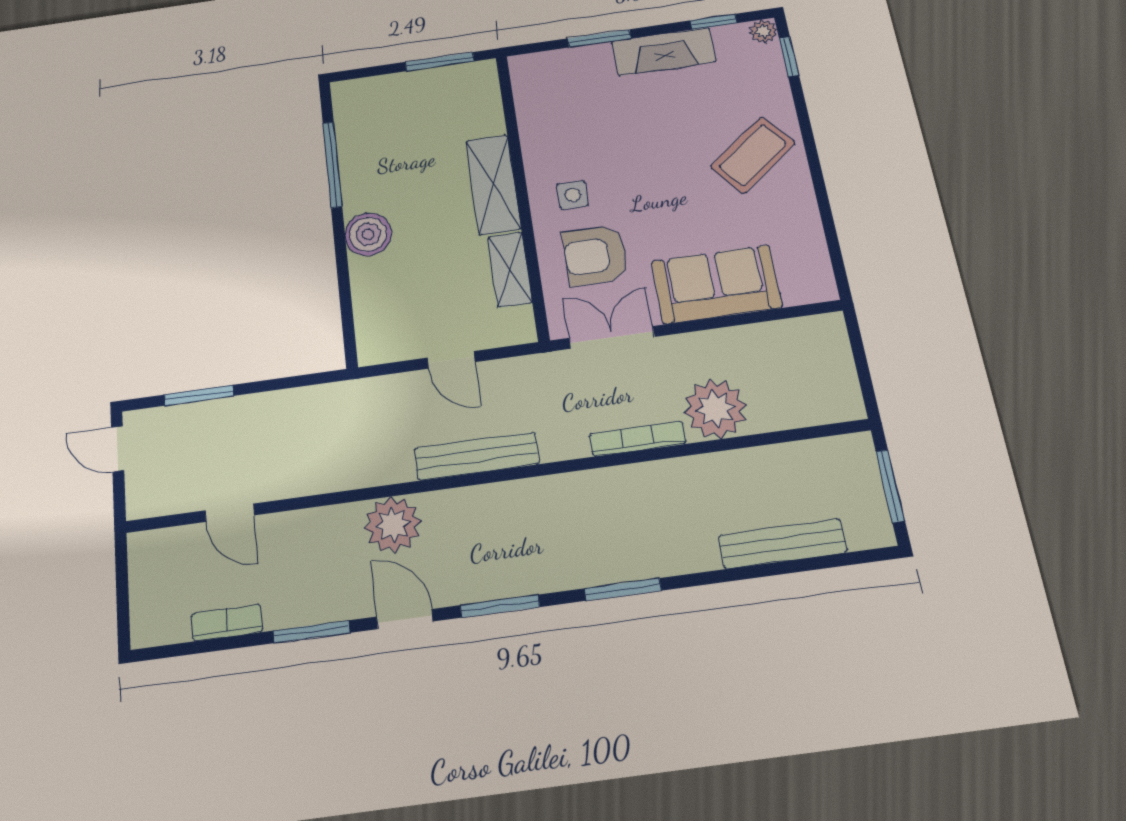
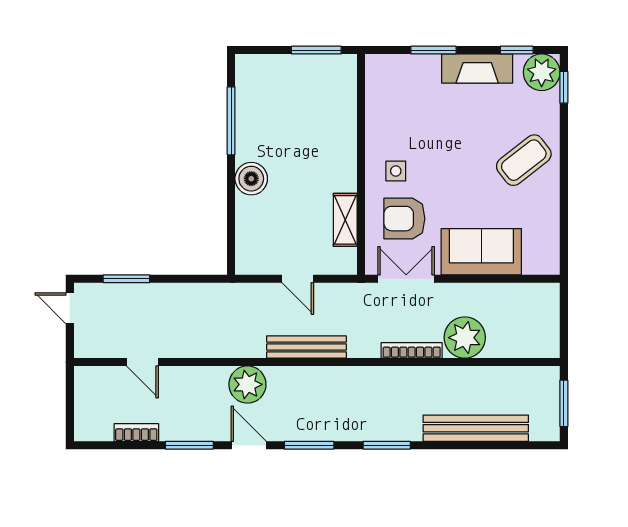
plant: (763, 31) -> (542, 72), width x1.87, depth x1.87
shelving: (493, 185) -> (342, 154), removed
bench: (782, 544) -> (476, 428), width x1.37, depth x1.21

